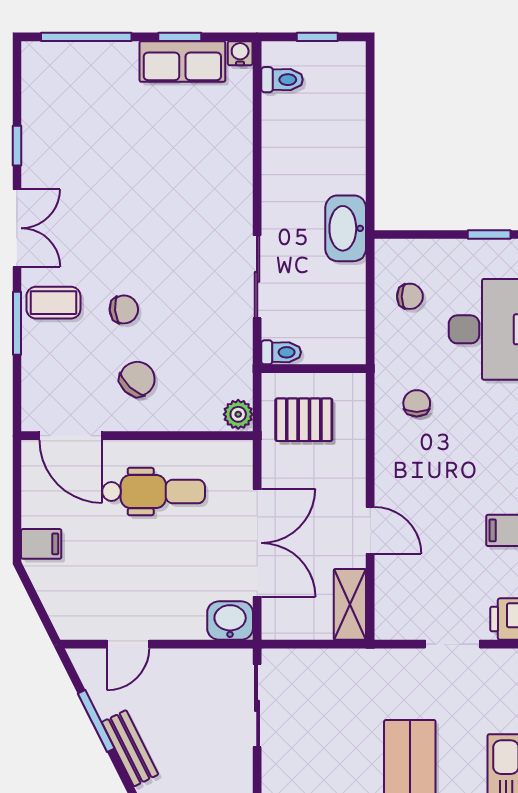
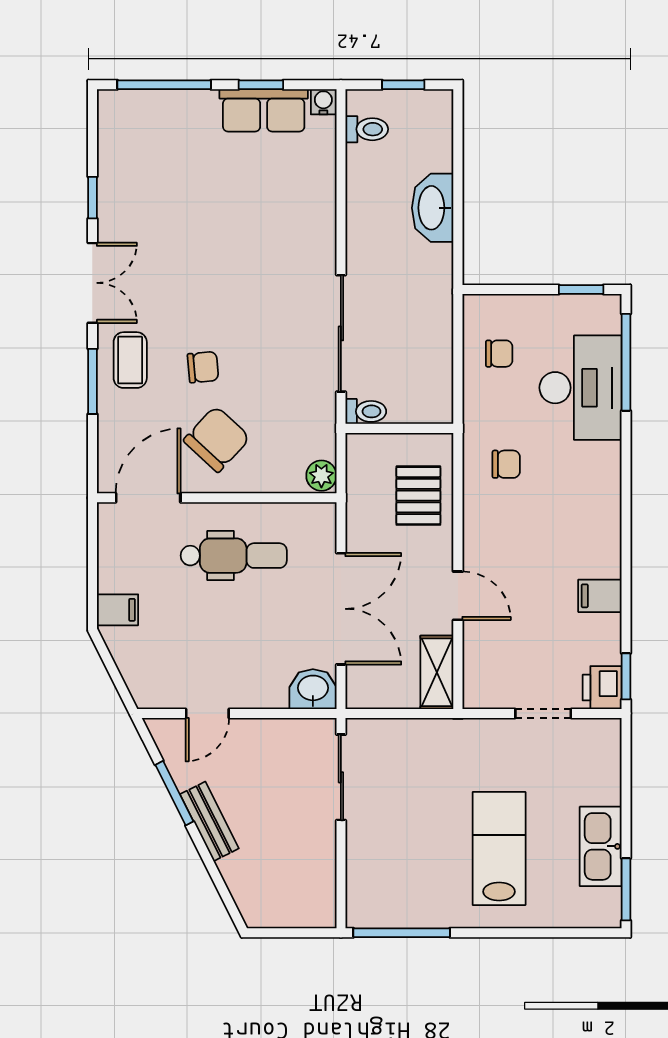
washbasin: (346, 228) -> (433, 208), moved
sliding door: (257, 277) -> (341, 333), width x1.37
coffee table: (53, 303) -> (130, 360), turned 90
chair: (137, 379) -> (217, 439), width x1.37, depth x1.37
chair: (417, 403) -> (506, 464), turned 90
pallet: (304, 420) -> (418, 496), moved, turned 90
door: (71, 436) -> (148, 498), swing flipped

